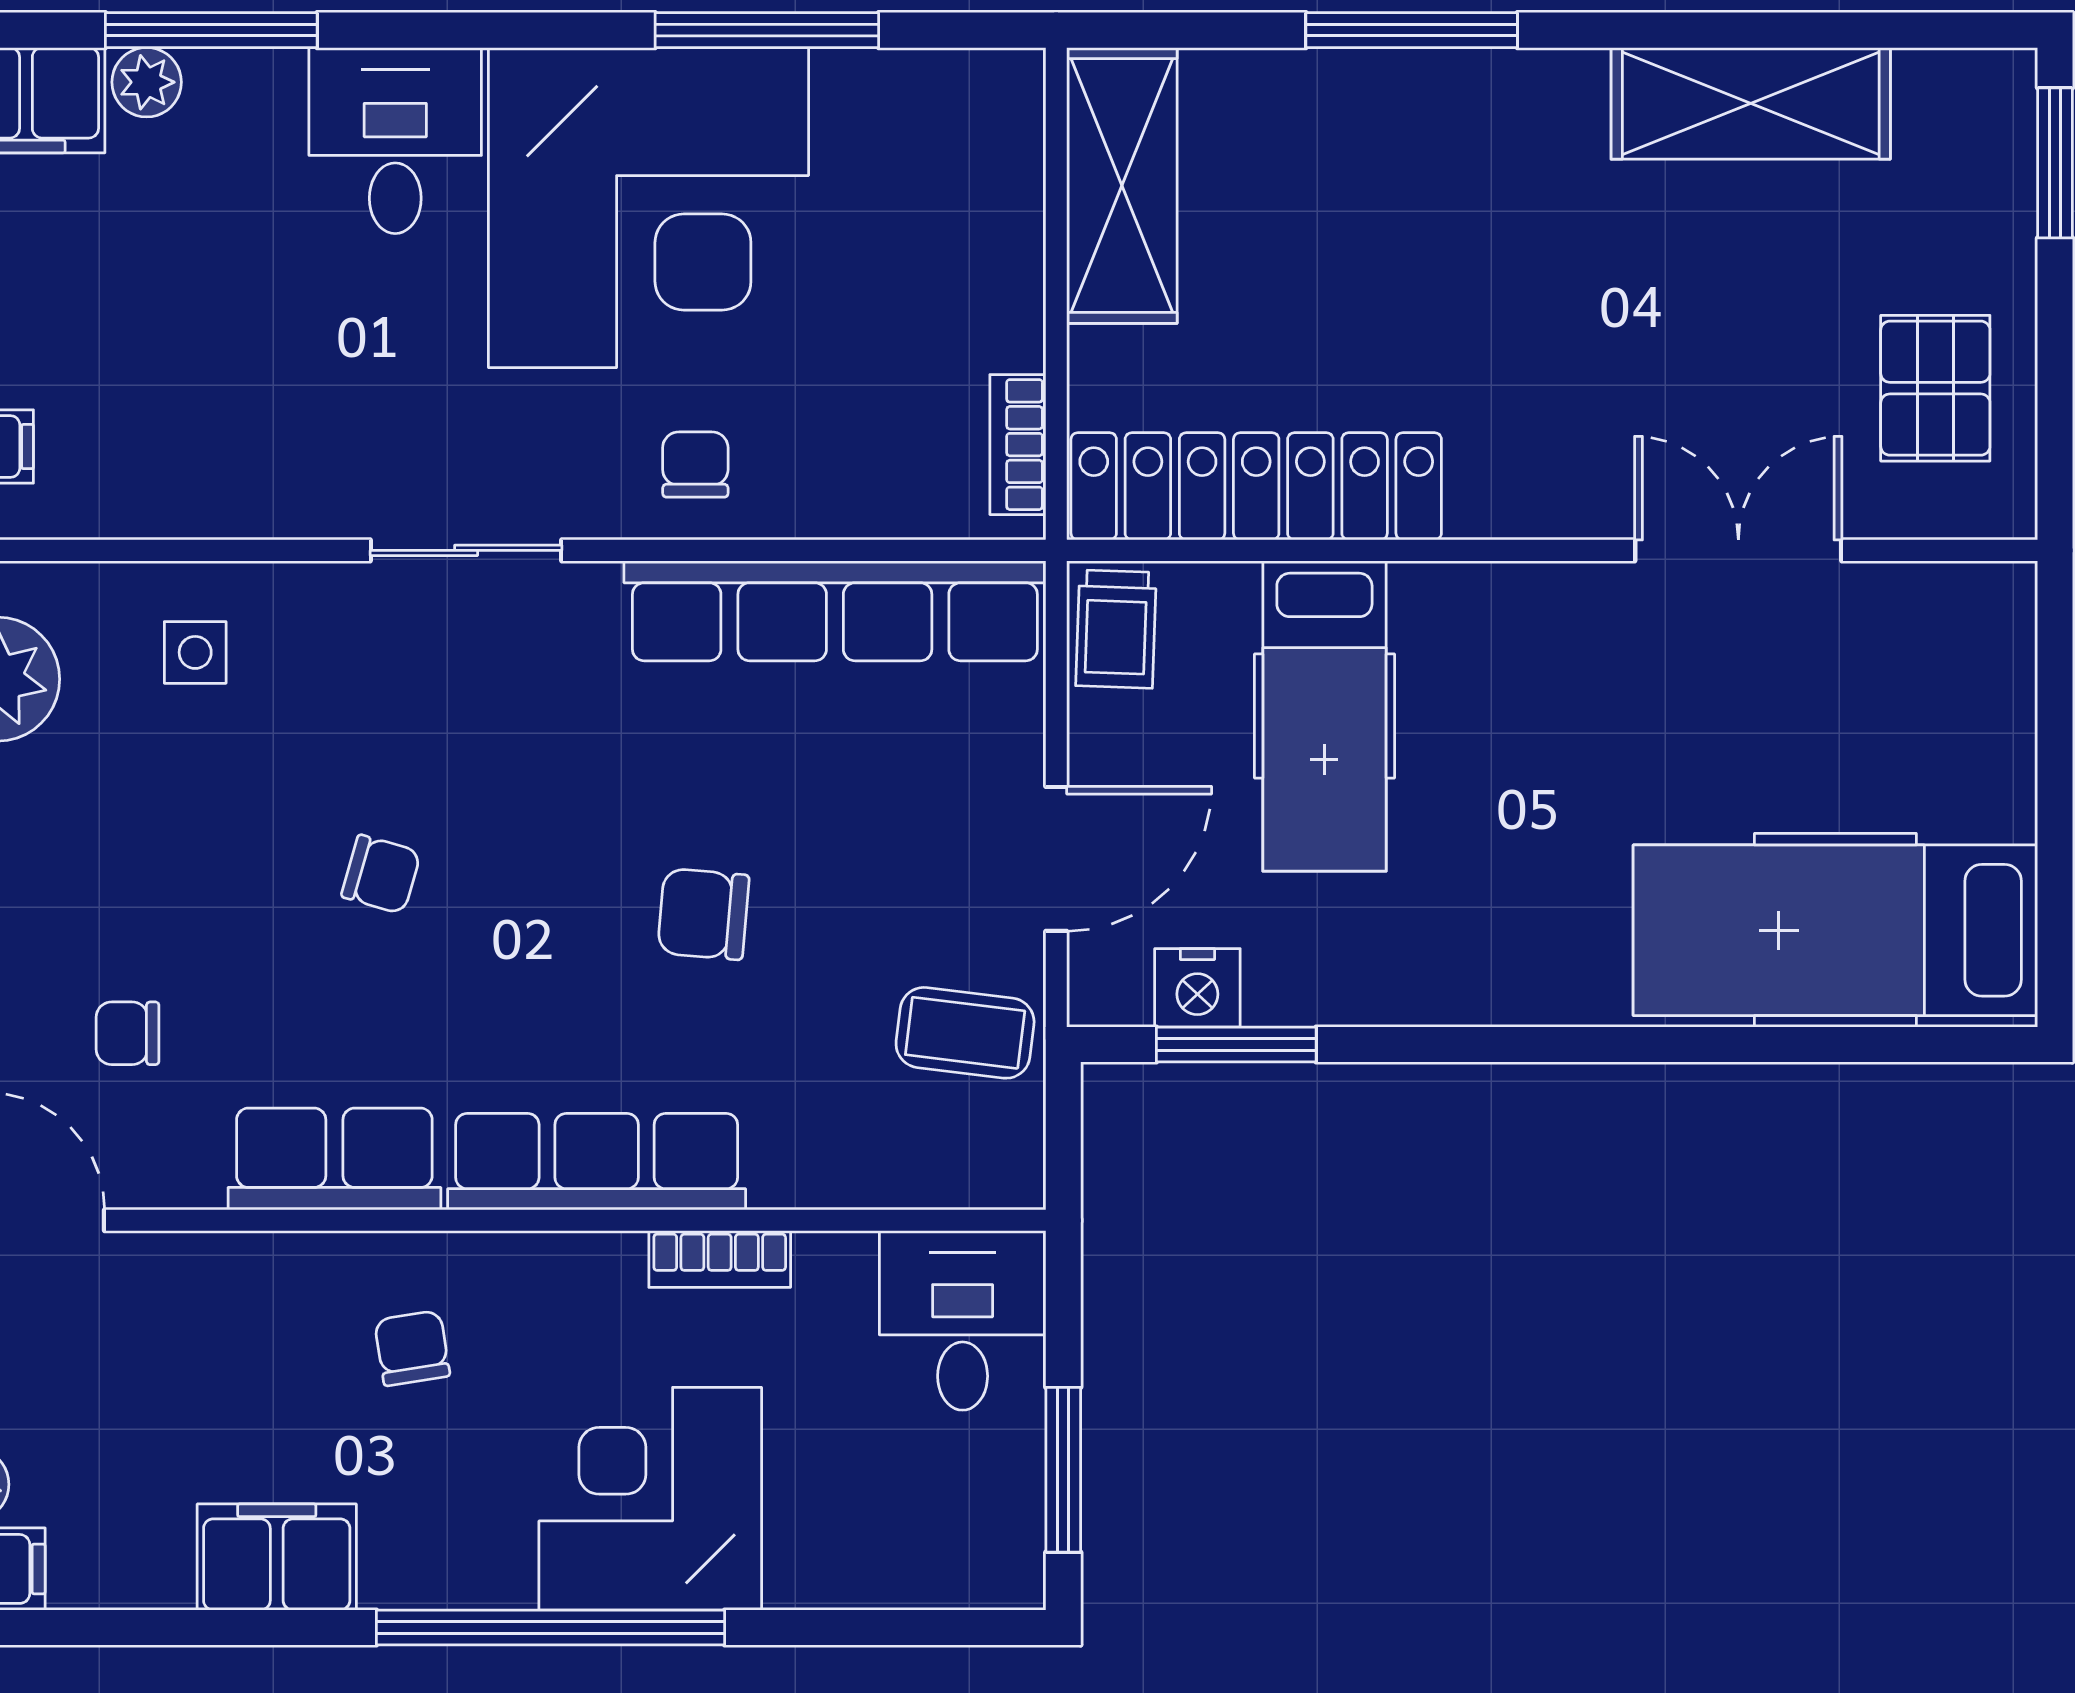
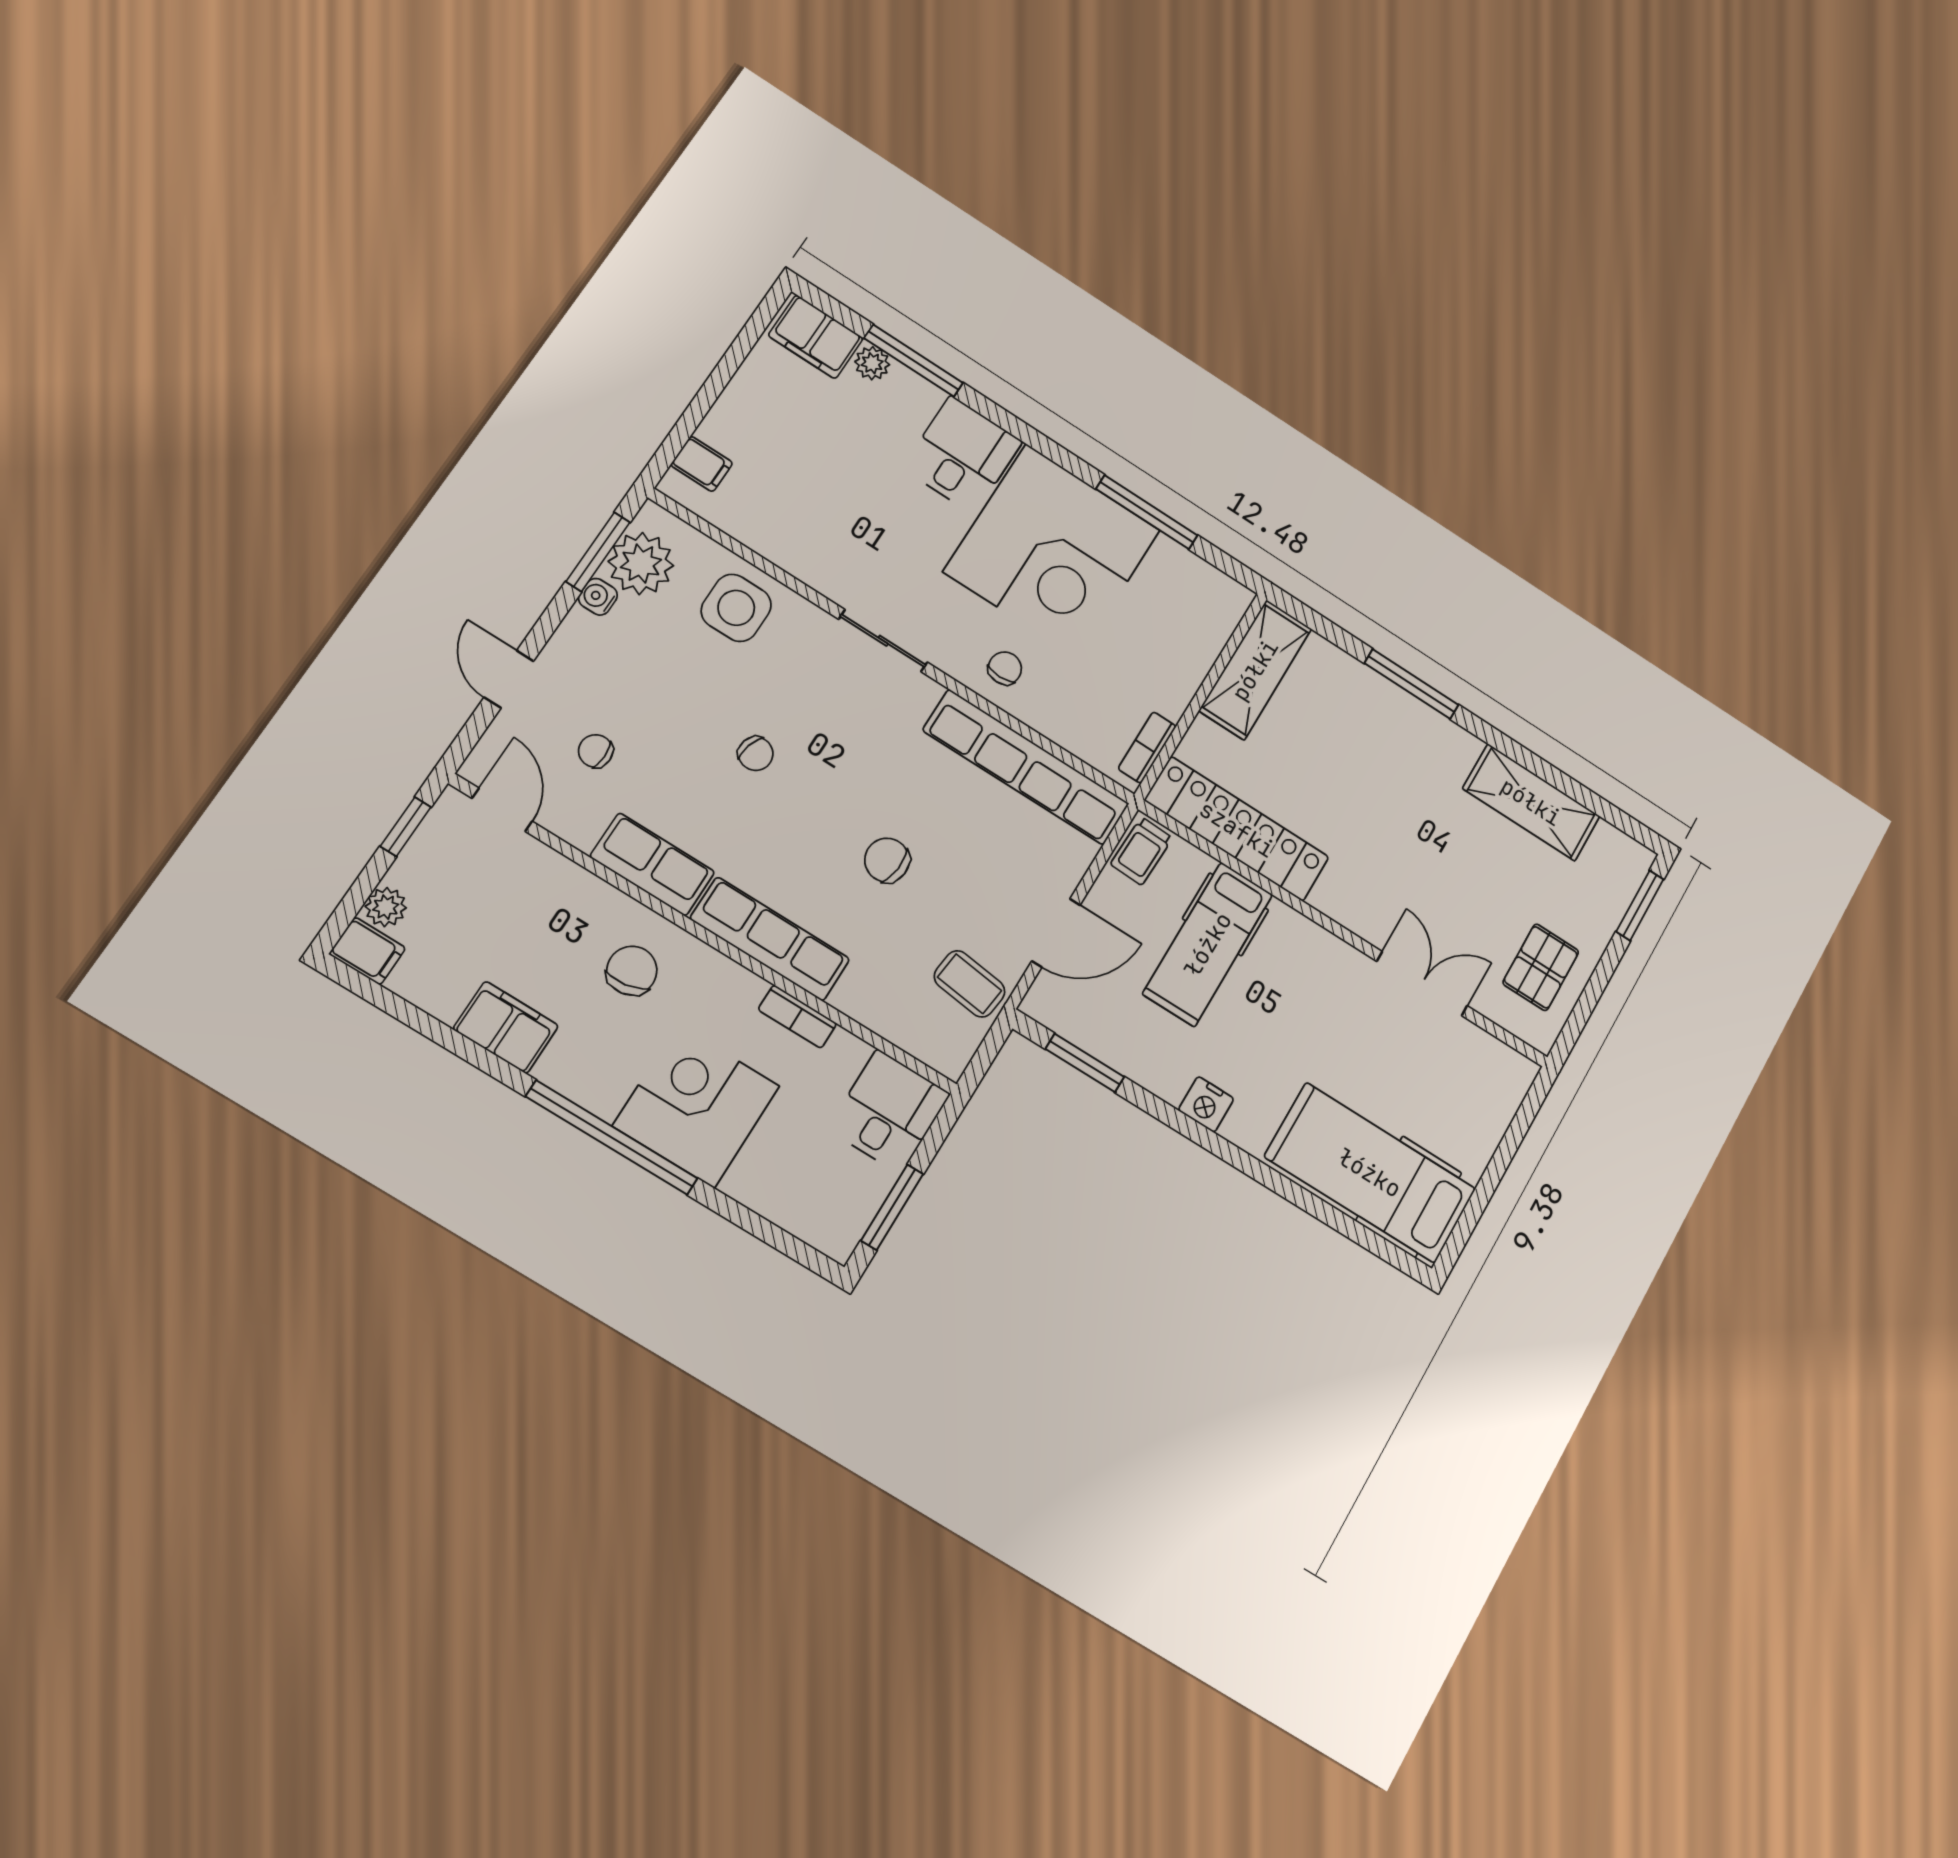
side table: (195, 652) -> (736, 608), width x1.87, depth x1.87
nightstand: (1197, 988) -> (1206, 1104), moved
chair: (412, 1348) -> (632, 971), width x1.37, depth x1.37

